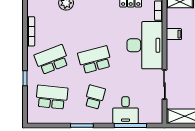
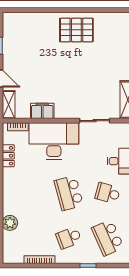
filing cabinet: (174, 34) -> (42, 111), width x2.00
school desk: (52, 60) -> (69, 238), width x0.54
school desk: (52, 97) -> (108, 238), turned -30

